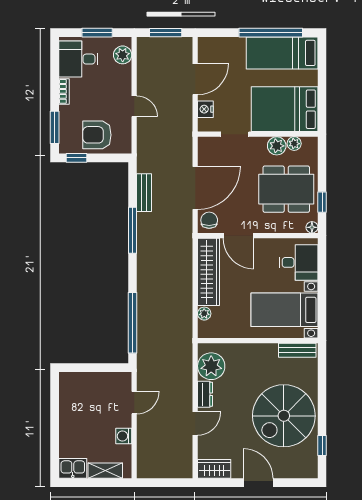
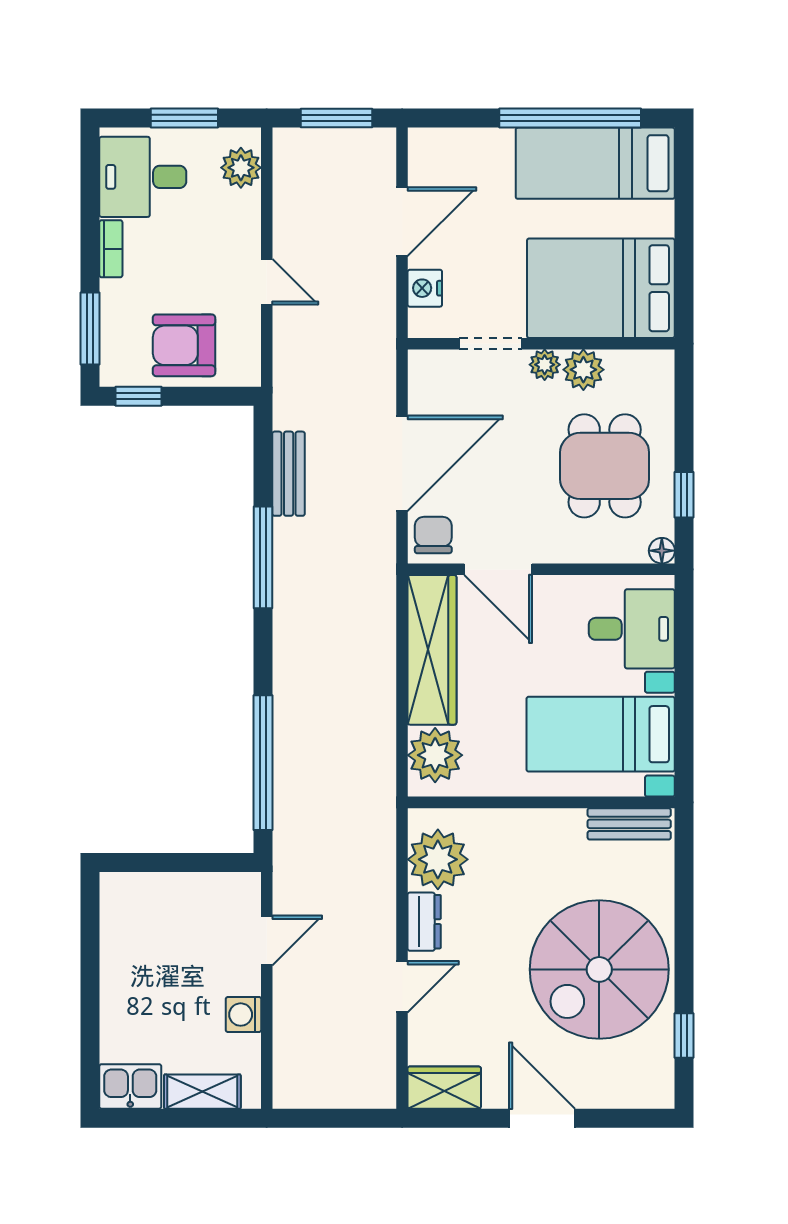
plant: (294, 144) -> (545, 365), moved
dining table: (286, 189) -> (605, 466), width x0.73
plant: (204, 314) -> (435, 755), width x1.88, depth x1.88

